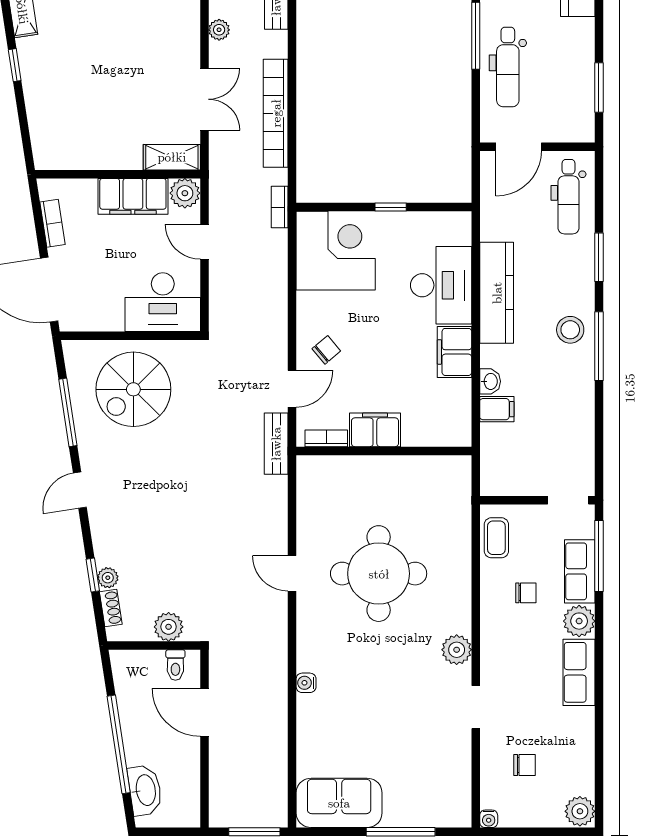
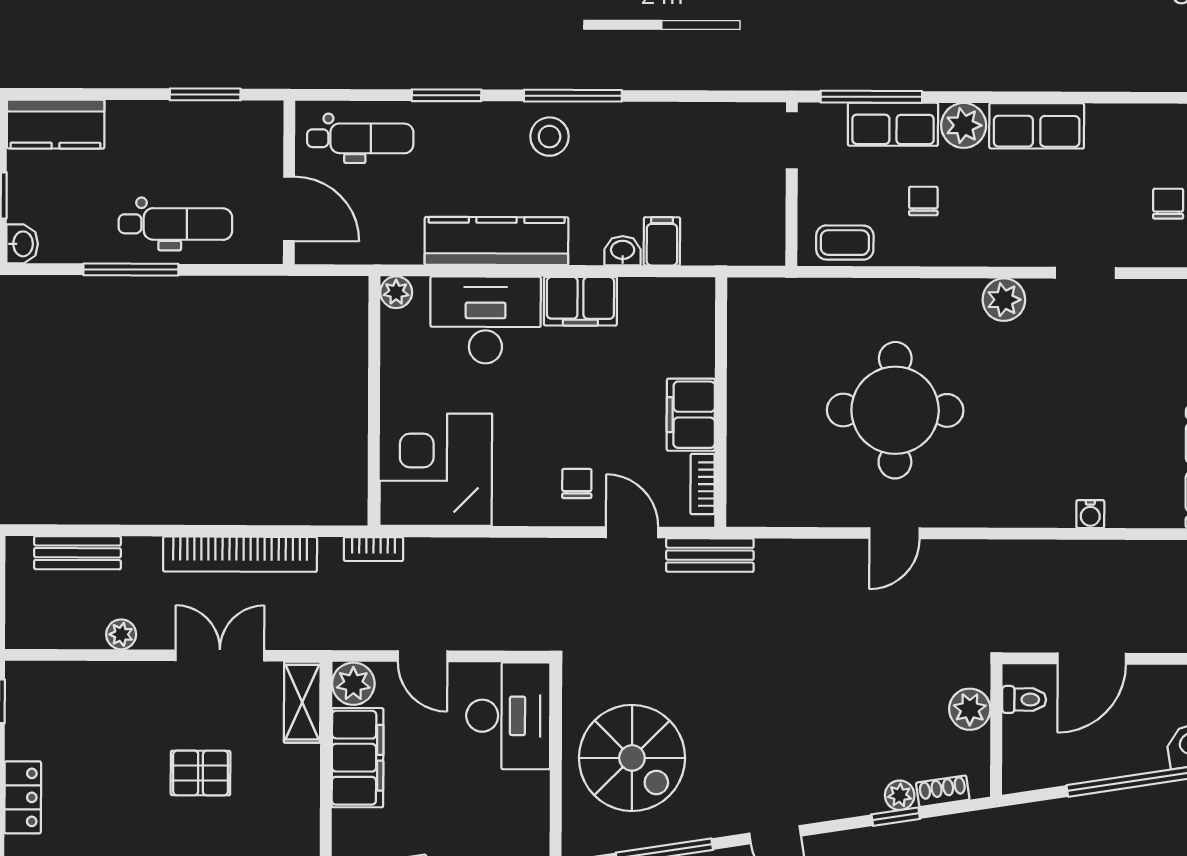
pallet: (122, 86) -> (201, 773), added
window: (391, 207) -> (374, 391), removed
plant: (460, 222) -> (396, 292), added
door: (204, 242) -> (423, 656), hinge flipped
chair: (326, 350) -> (577, 483), turned 40
water cooler: (306, 683) -> (1090, 514), moved

